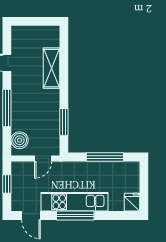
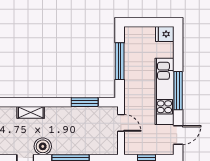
shelving: (52, 68) -> (31, 112), width x0.67, depth x0.75
boiler: (20, 140) -> (43, 146), moved

